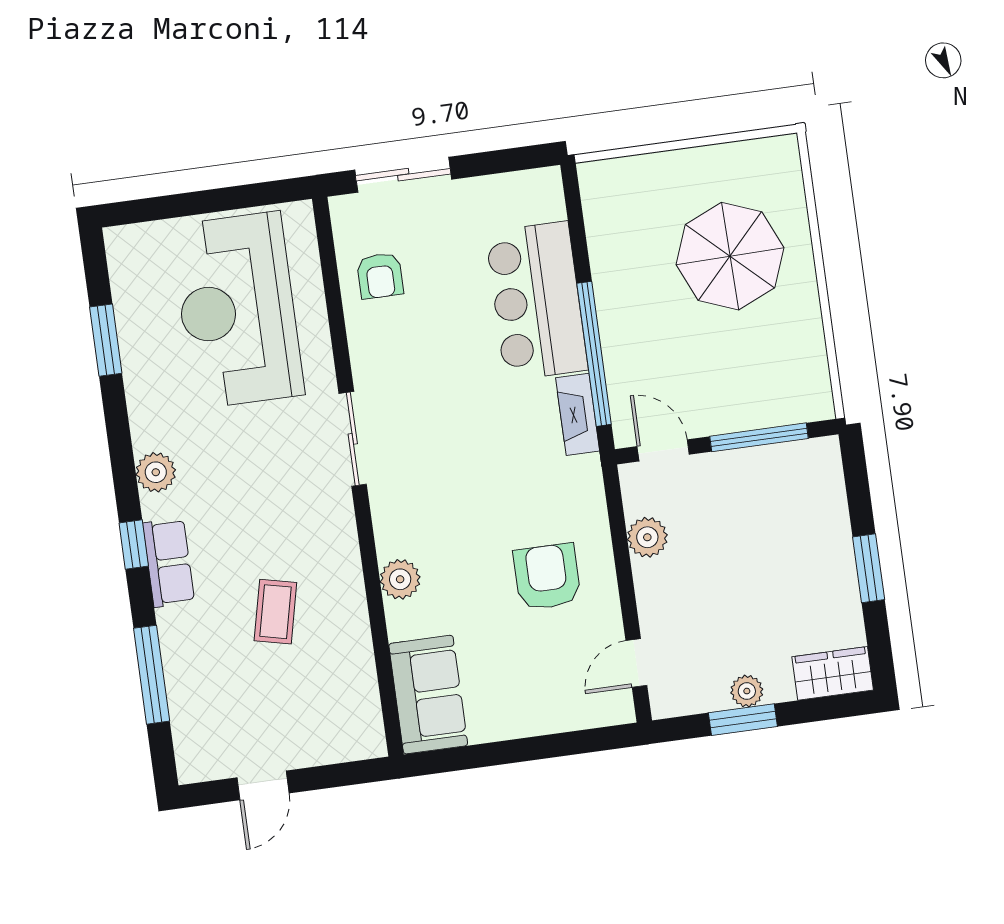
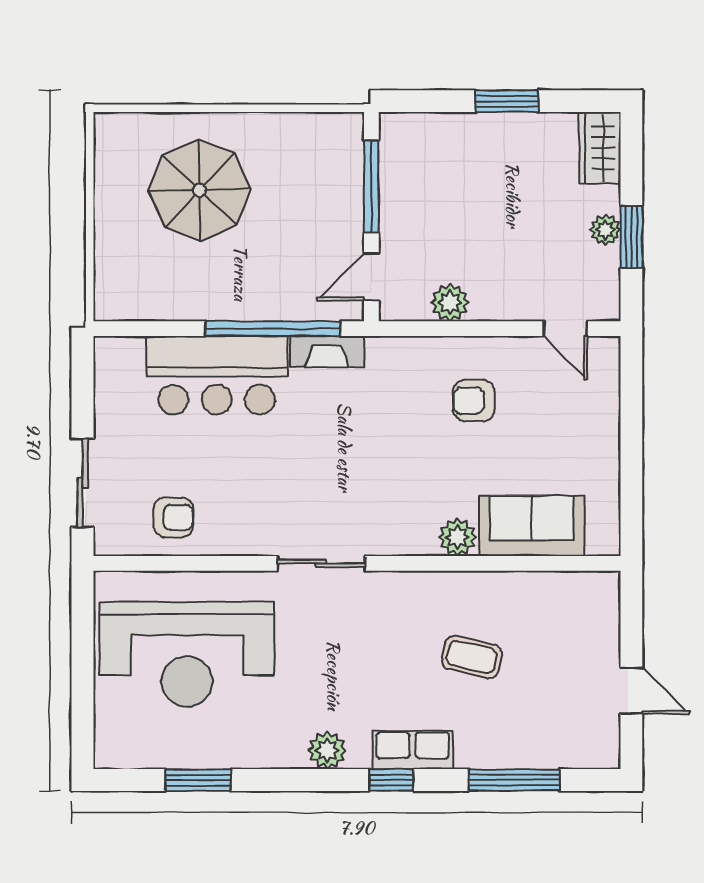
armchair: (547, 577) -> (474, 401), width x0.72, depth x0.72
sofa: (428, 695) -> (532, 526), moved

